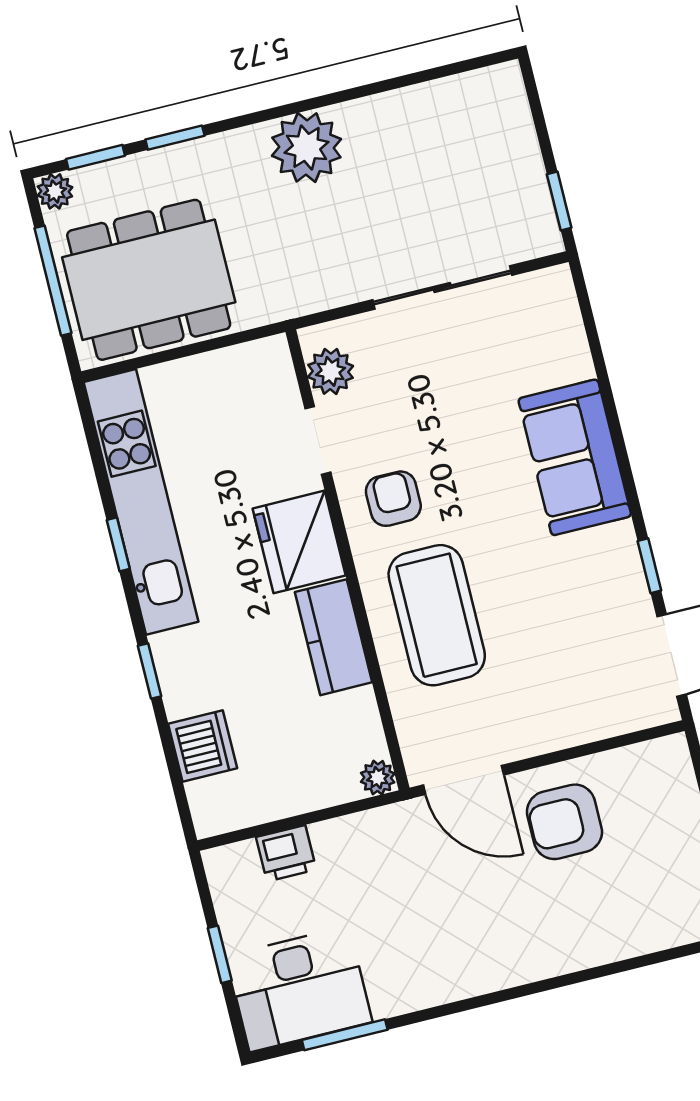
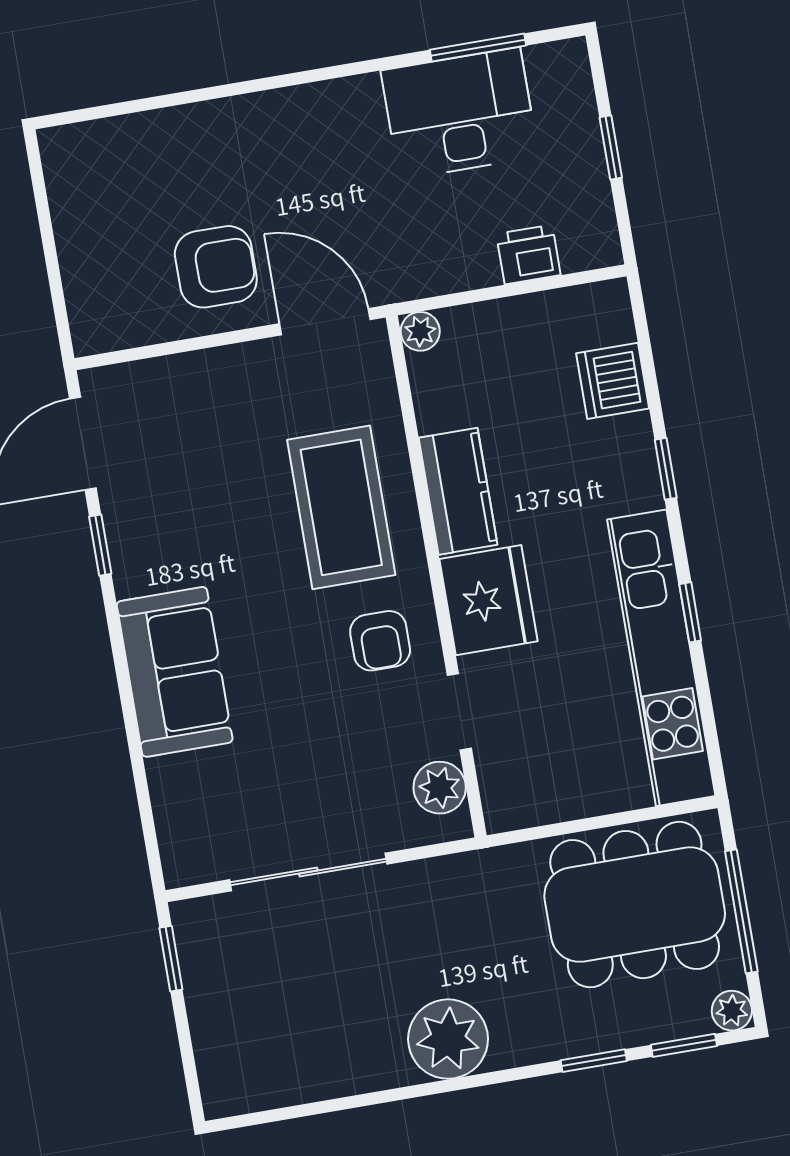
desk: (299, 989) -> (460, 113), moved

